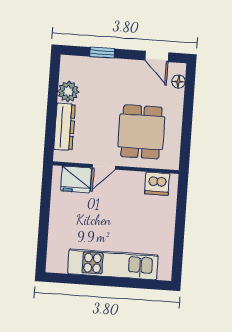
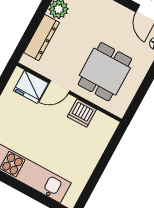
dishwasher: (157, 184) -> (82, 113), moved

